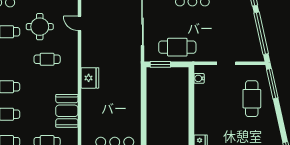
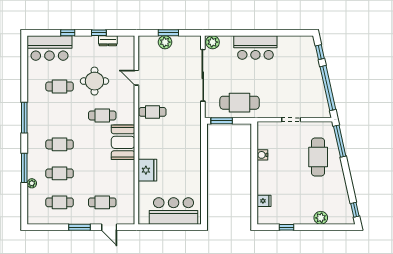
cafe table: (95, 56) -> (153, 112), added
fridge: (90, 78) -> (147, 170), moved
water cooler: (199, 78) -> (262, 155), moved
booth: (67, 111) -> (123, 142), moved

